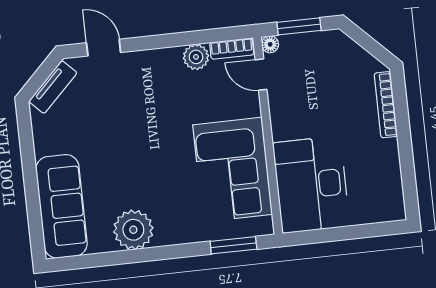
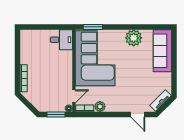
door: (261, 75) -> (74, 96), hinge flipped
corner sofa: (233, 170) -> (95, 58), width x1.36, depth x1.36
desk: (311, 185) -> (61, 40), width x0.53, depth x0.77

